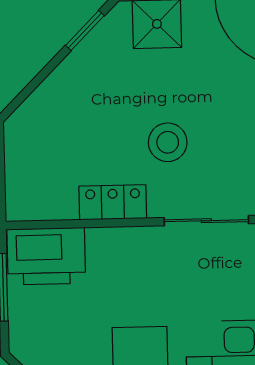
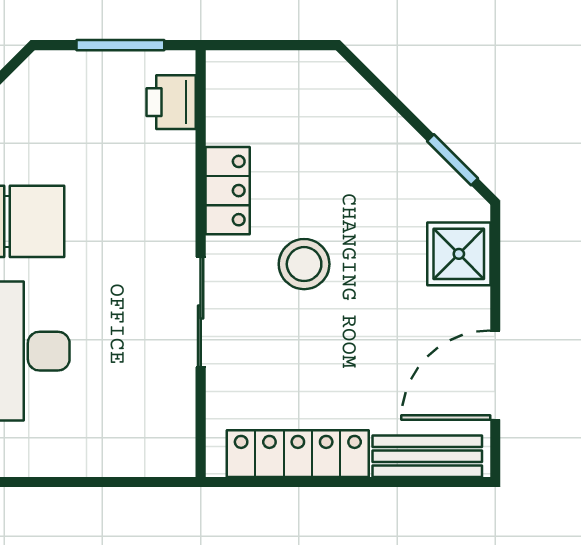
printer: (46, 256) -> (171, 102), width x0.53, depth x0.68

